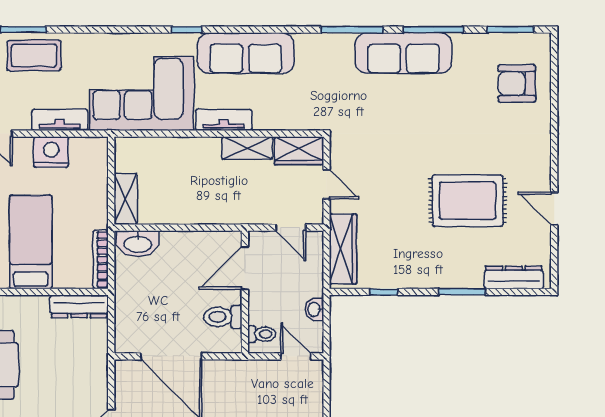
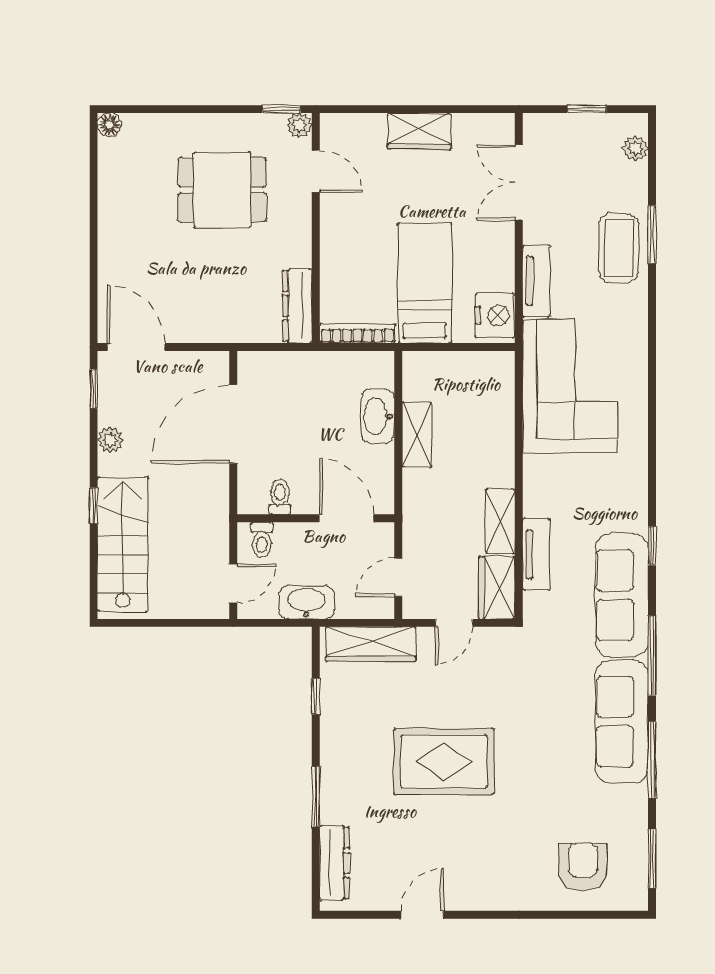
window: (187, 30) -> (652, 546), moved
sofa: (246, 53) -> (622, 595), moved
tv unit: (224, 120) -> (536, 554), moved
nightstand: (51, 152) -> (495, 315), moved
shelving: (126, 199) -> (417, 435), moved, turned 90
rug: (468, 201) -> (444, 761), moved, turned 90
bed: (31, 242) -> (425, 283), moved, turned -90
washbasin: (138, 244) -> (378, 416), moved
washbasin: (314, 309) -> (307, 602), width x1.91, depth x1.45
toilet: (223, 317) -> (280, 497), width x0.73, depth x0.72

